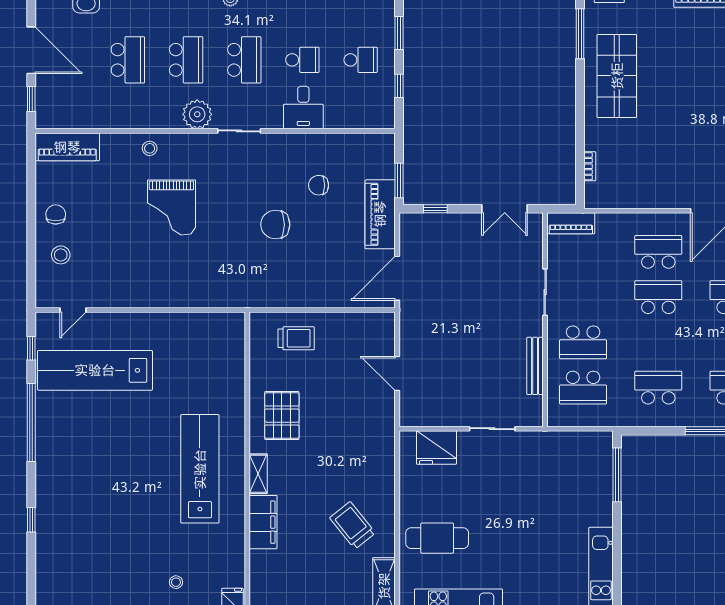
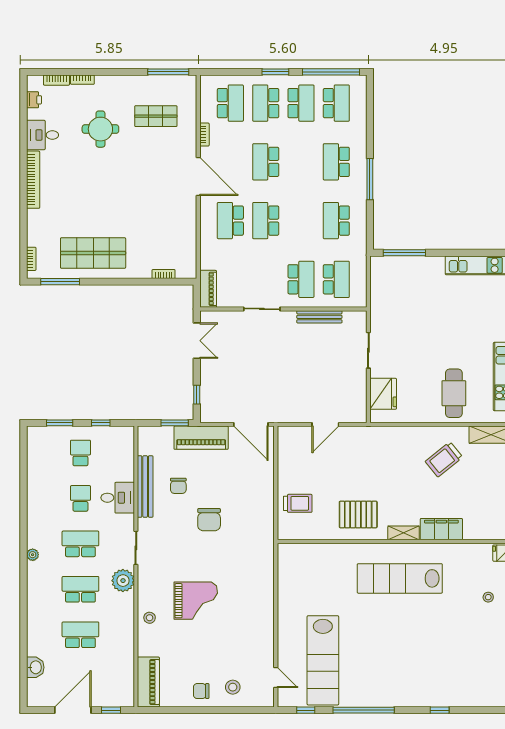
bench: (318, 143) -> (145, 486), added
trolley: (296, 338) -> (298, 503), turned 90

